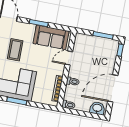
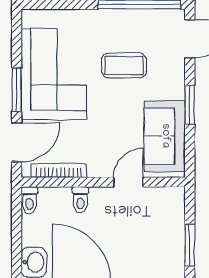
door: (69, 58) -> (128, 182), hinge flipped
door: (41, 106) -> (17, 143), added

